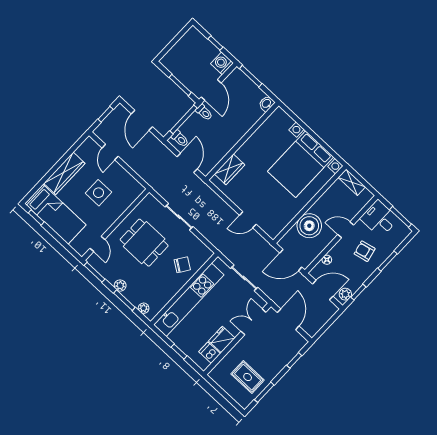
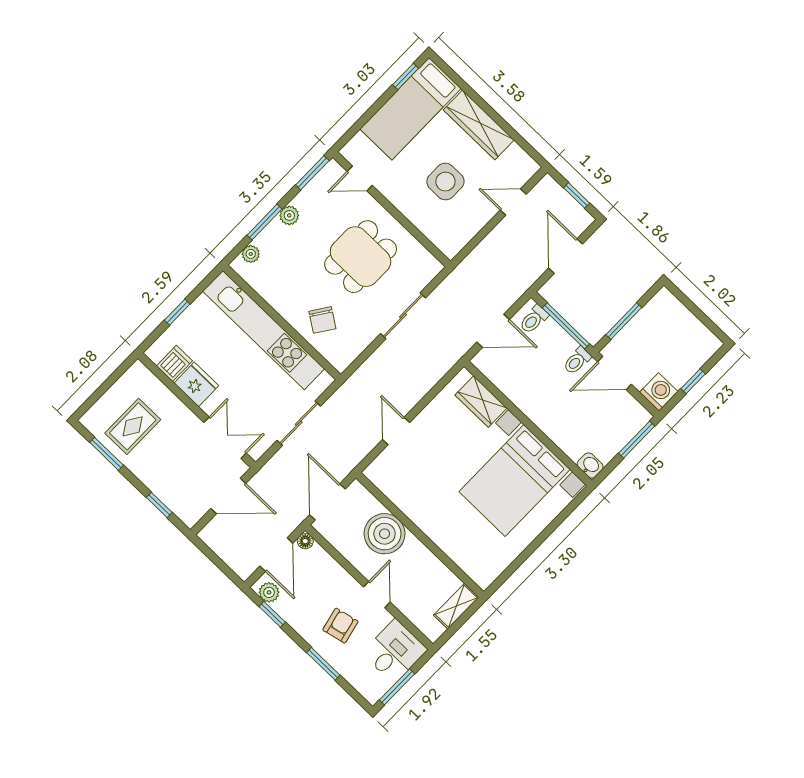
door: (142, 120) -> (566, 256), hinge flipped
bed with nightstands: (301, 164) -> (515, 480), moved, turned -90
floor lamp: (327, 260) -> (305, 541), moved

